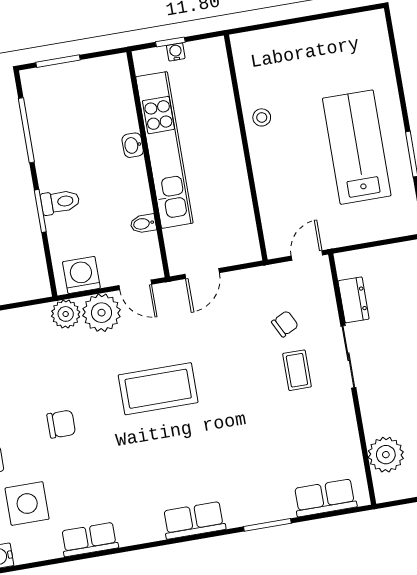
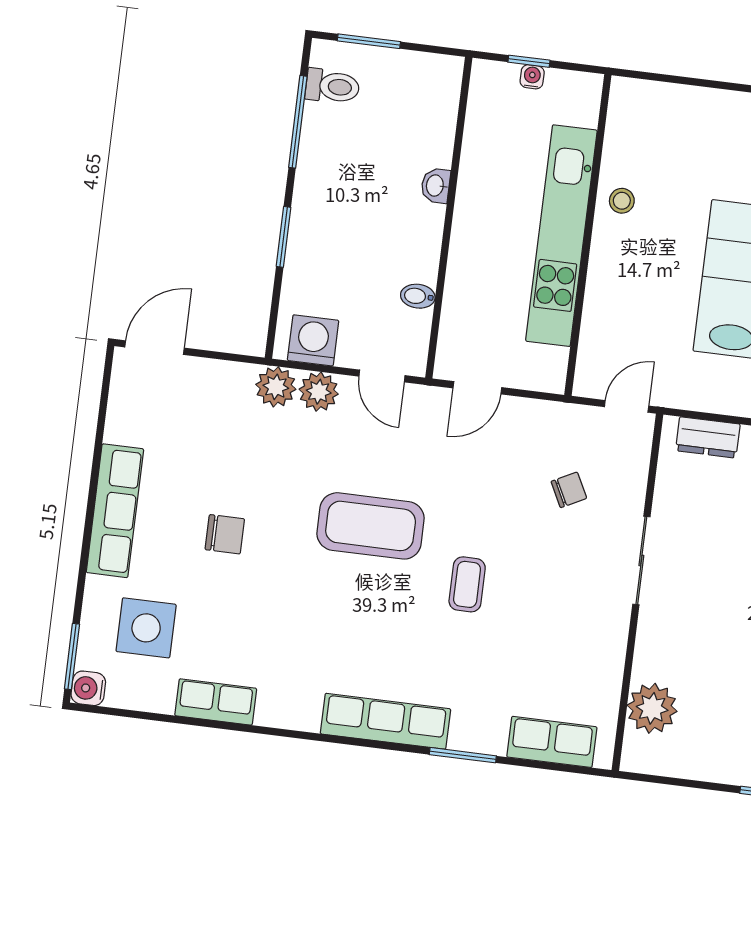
kitchen unit: (164, 150) -> (561, 236), moved, turned 180
toilet: (60, 202) -> (332, 86), moved
dresser: (354, 300) -> (708, 437), moved, turned 90
plant: (102, 313) -> (319, 392), width x0.73, depth x0.73
coffee table: (297, 370) -> (467, 584), moved
row of seats: (194, 520) -> (385, 721), width x1.48

